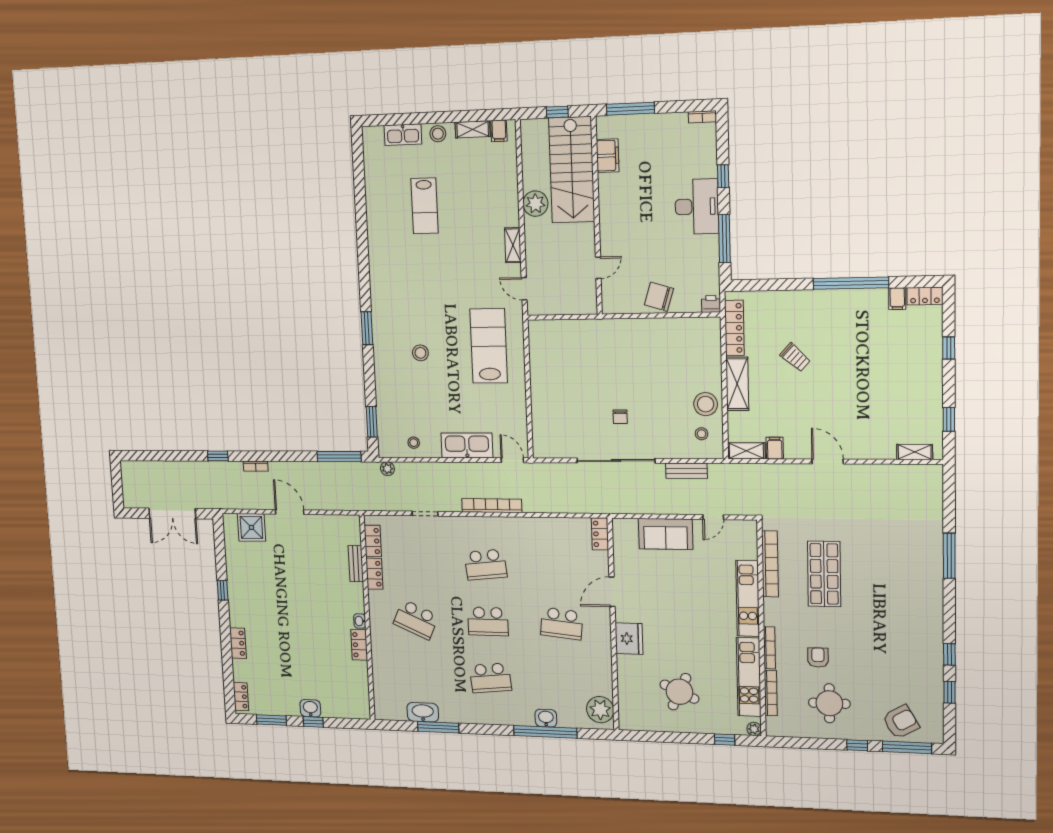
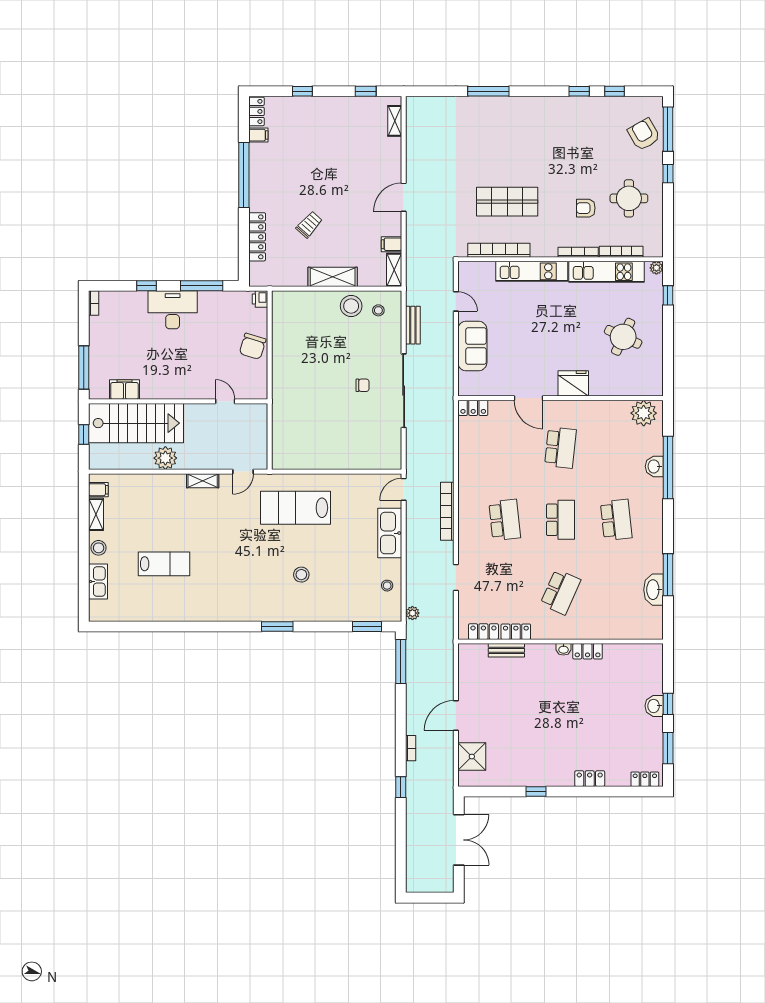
locker: (734, 328) -> (257, 237), moved, turned 90

